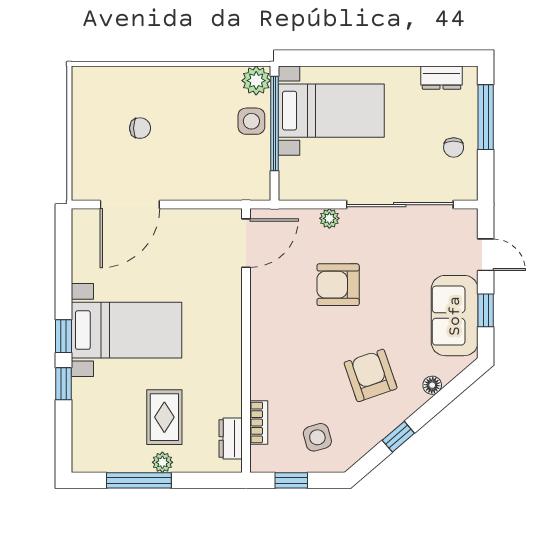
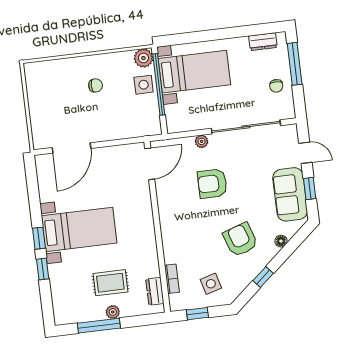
chair: (140, 128) -> (96, 85), moved
rug: (164, 417) -> (110, 283), turned 90

